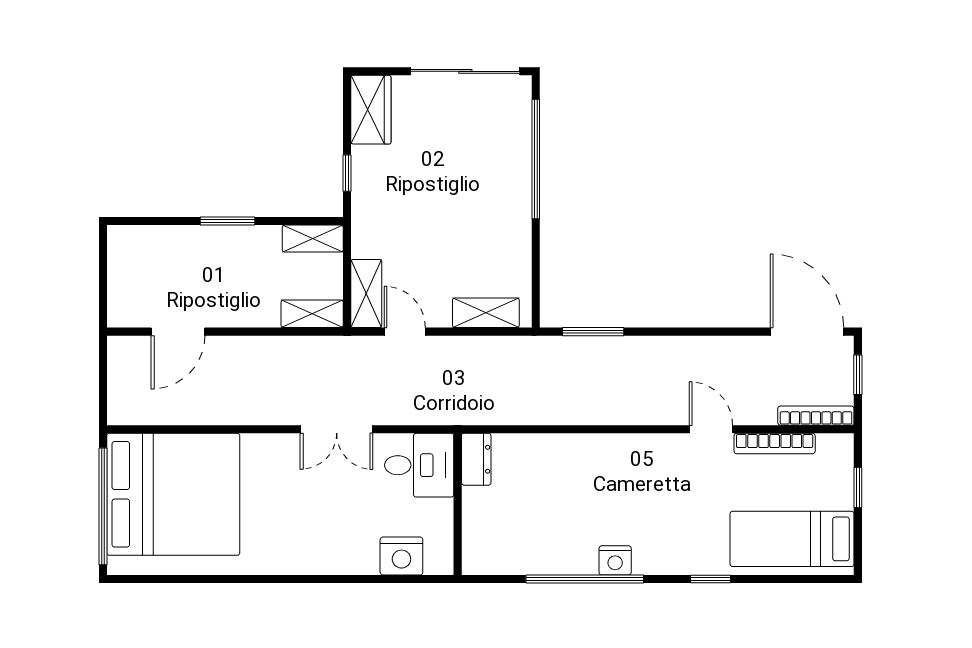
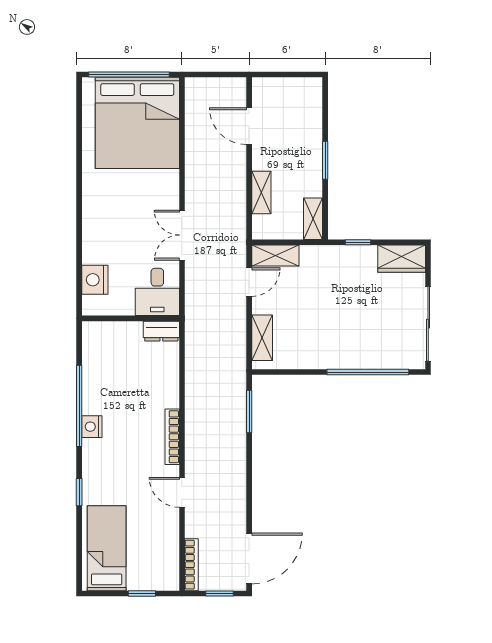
shelving: (312, 314) -> (261, 192), moved
door: (711, 429) -> (182, 492), swing flipped
bookcase: (775, 444) -> (172, 437), moved

